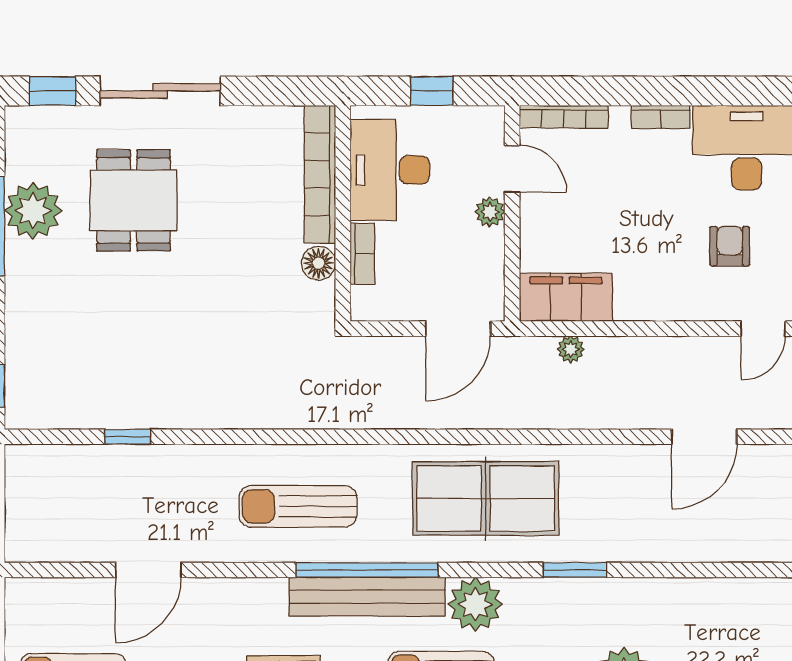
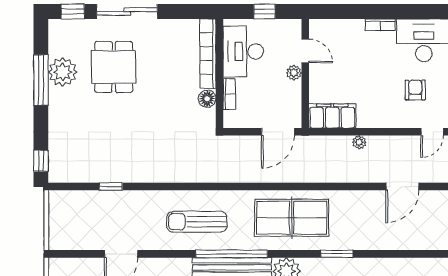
bookcase: (564, 117) -> (331, 25), removed
plant: (571, 349) -> (359, 142), moved

